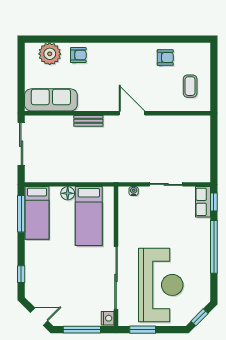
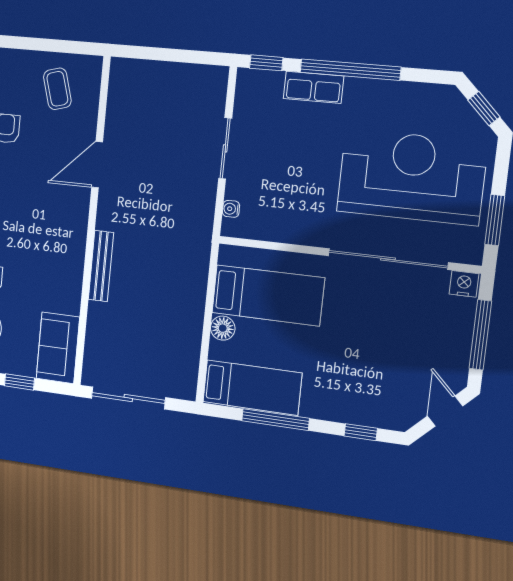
window: (21, 79) -> (20, 382), added
coffee table: (190, 86) -> (57, 89), turned 74
sofa: (51, 100) -> (58, 348), width x0.73
door: (132, 113) -> (97, 165), moved
bench: (88, 121) -> (101, 266), width x1.36
row of seats: (203, 202) -> (313, 87), moved
window: (21, 214) -> (275, 420), moved

